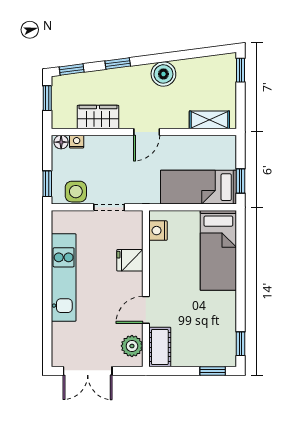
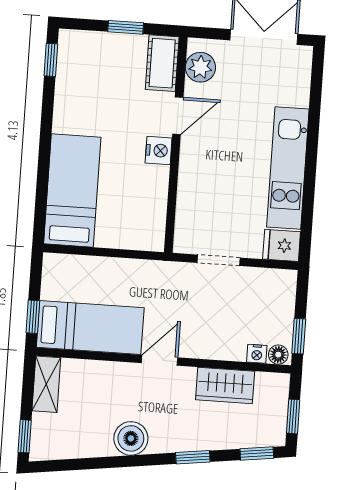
shelving: (209, 120) -> (46, 384), moved, turned 90
window: (240, 181) -> (33, 317), moved
window: (47, 184) -> (299, 336), moved
bed: (198, 187) -> (90, 328), moved
side table: (76, 192) -> (263, 285), removed
nightstand: (158, 231) -> (159, 150), moved
fridge: (130, 260) -> (282, 245), moved, turned 180
window: (213, 371) -> (126, 27), moved

